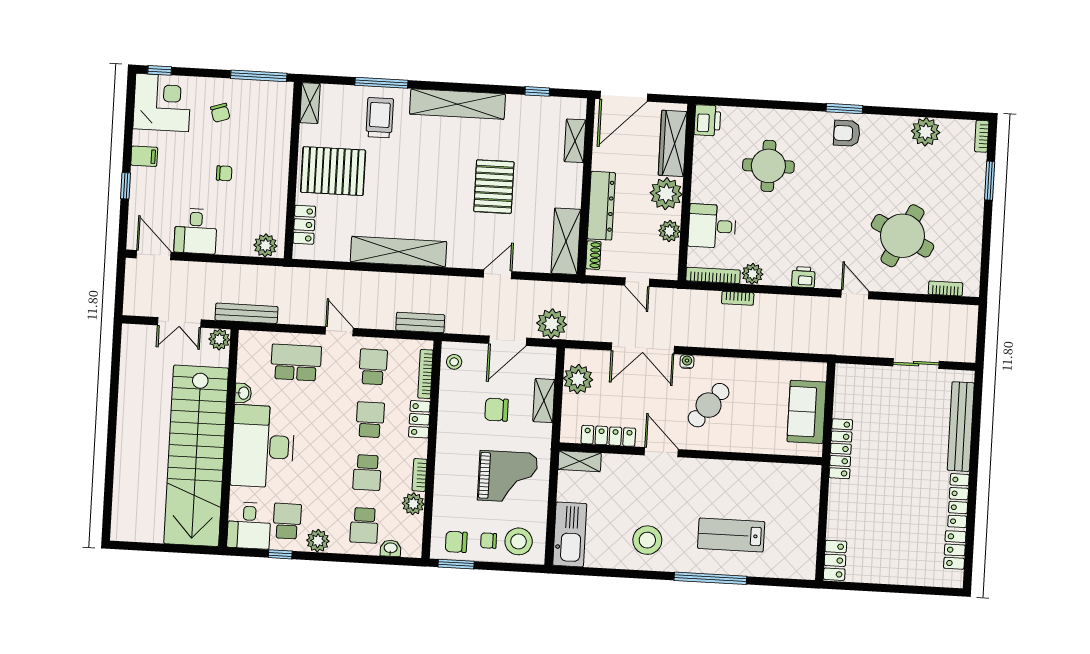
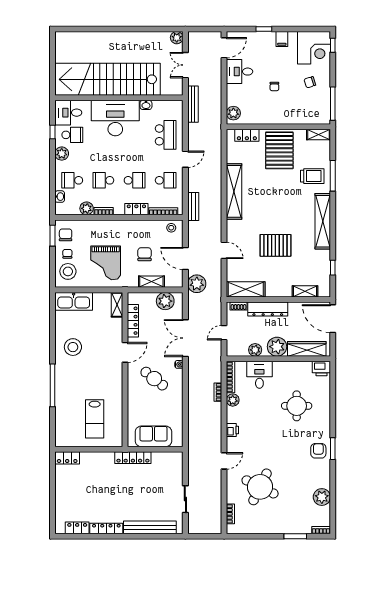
plant: (219, 339) -> (177, 38), moved
lab bench: (731, 535) -> (95, 419), moved, turned 180

